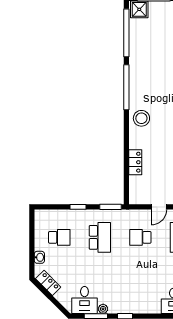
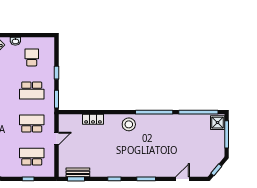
door: (159, 207) -> (57, 139), swing flipped
school desk: (59, 237) -> (32, 57), turned 180
school desk: (140, 237) -> (32, 124), width x1.85

